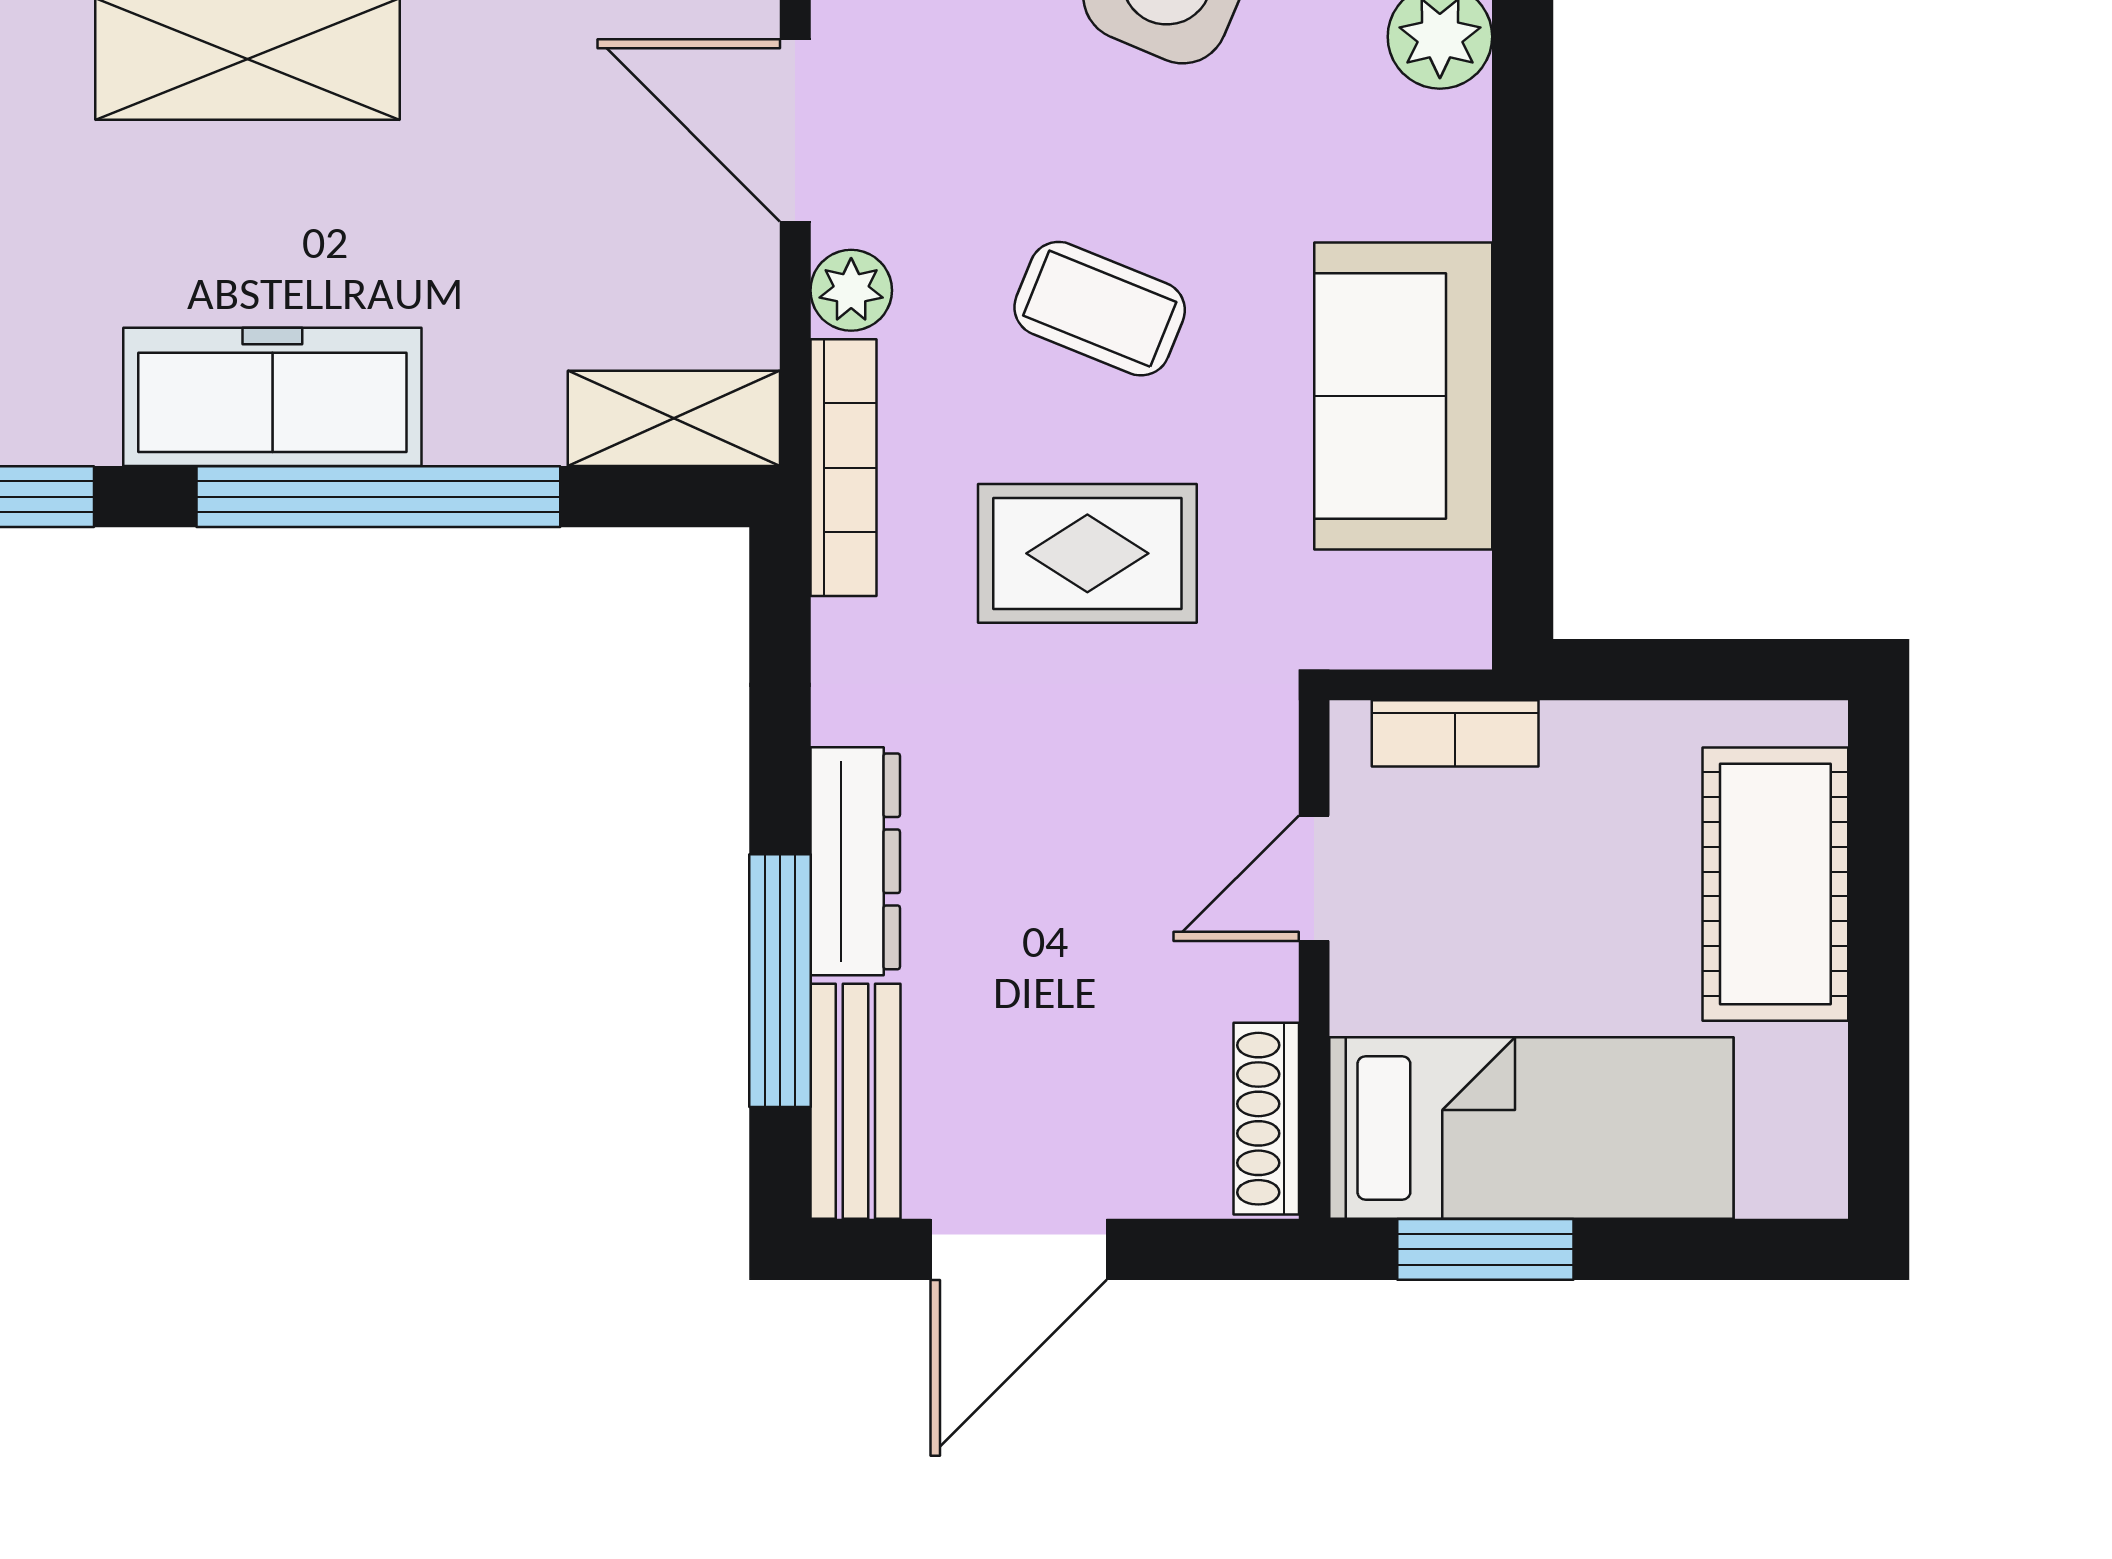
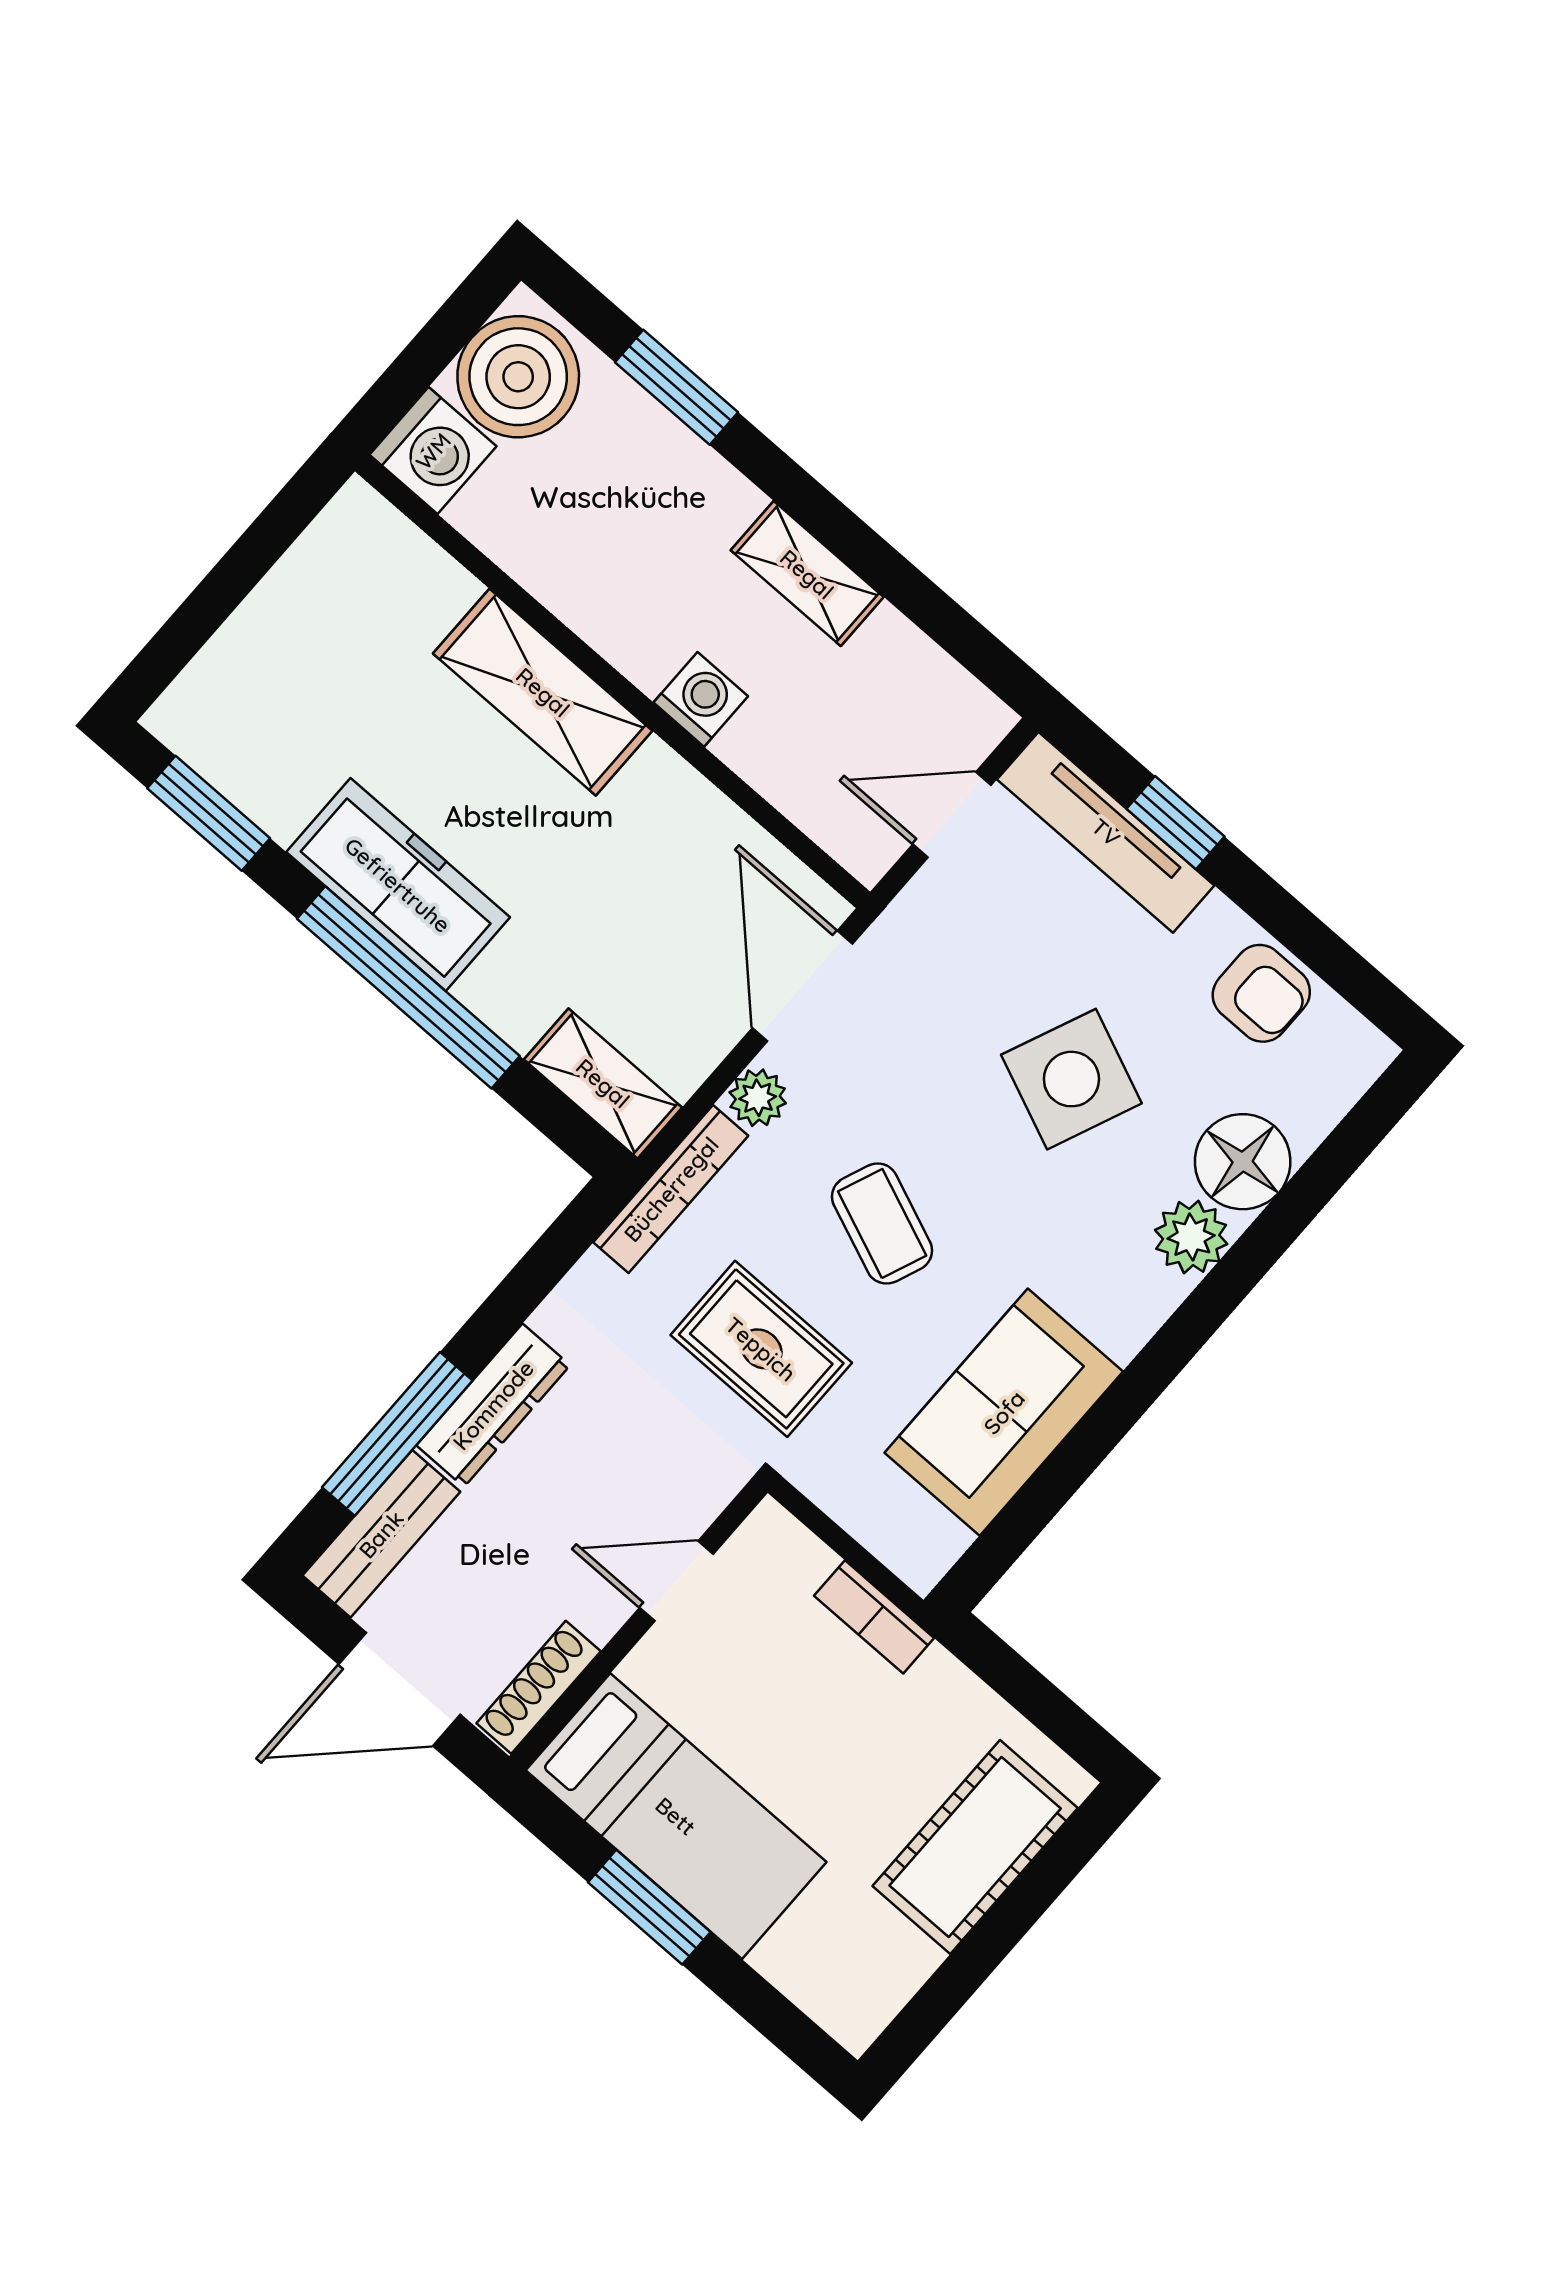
door: (1314, 878) -> (676, 1581), moved
wall: (1314, 959) -> (639, 1624), moved
shoe rack: (1266, 1119) -> (539, 1687), moved
bed: (1531, 1128) -> (676, 1816), moved

